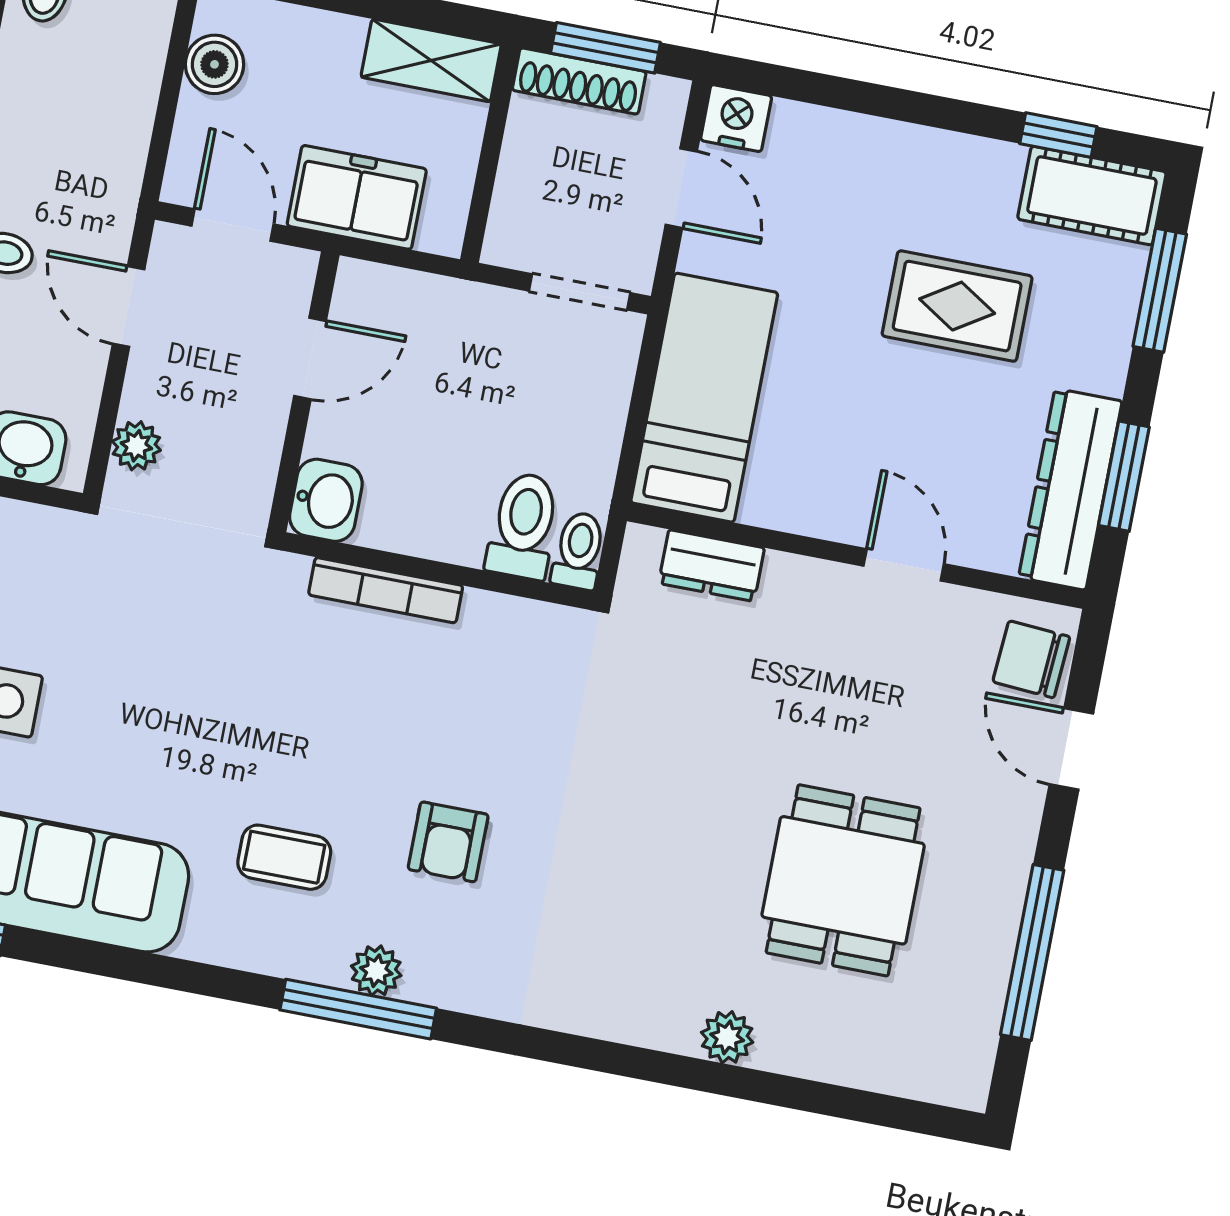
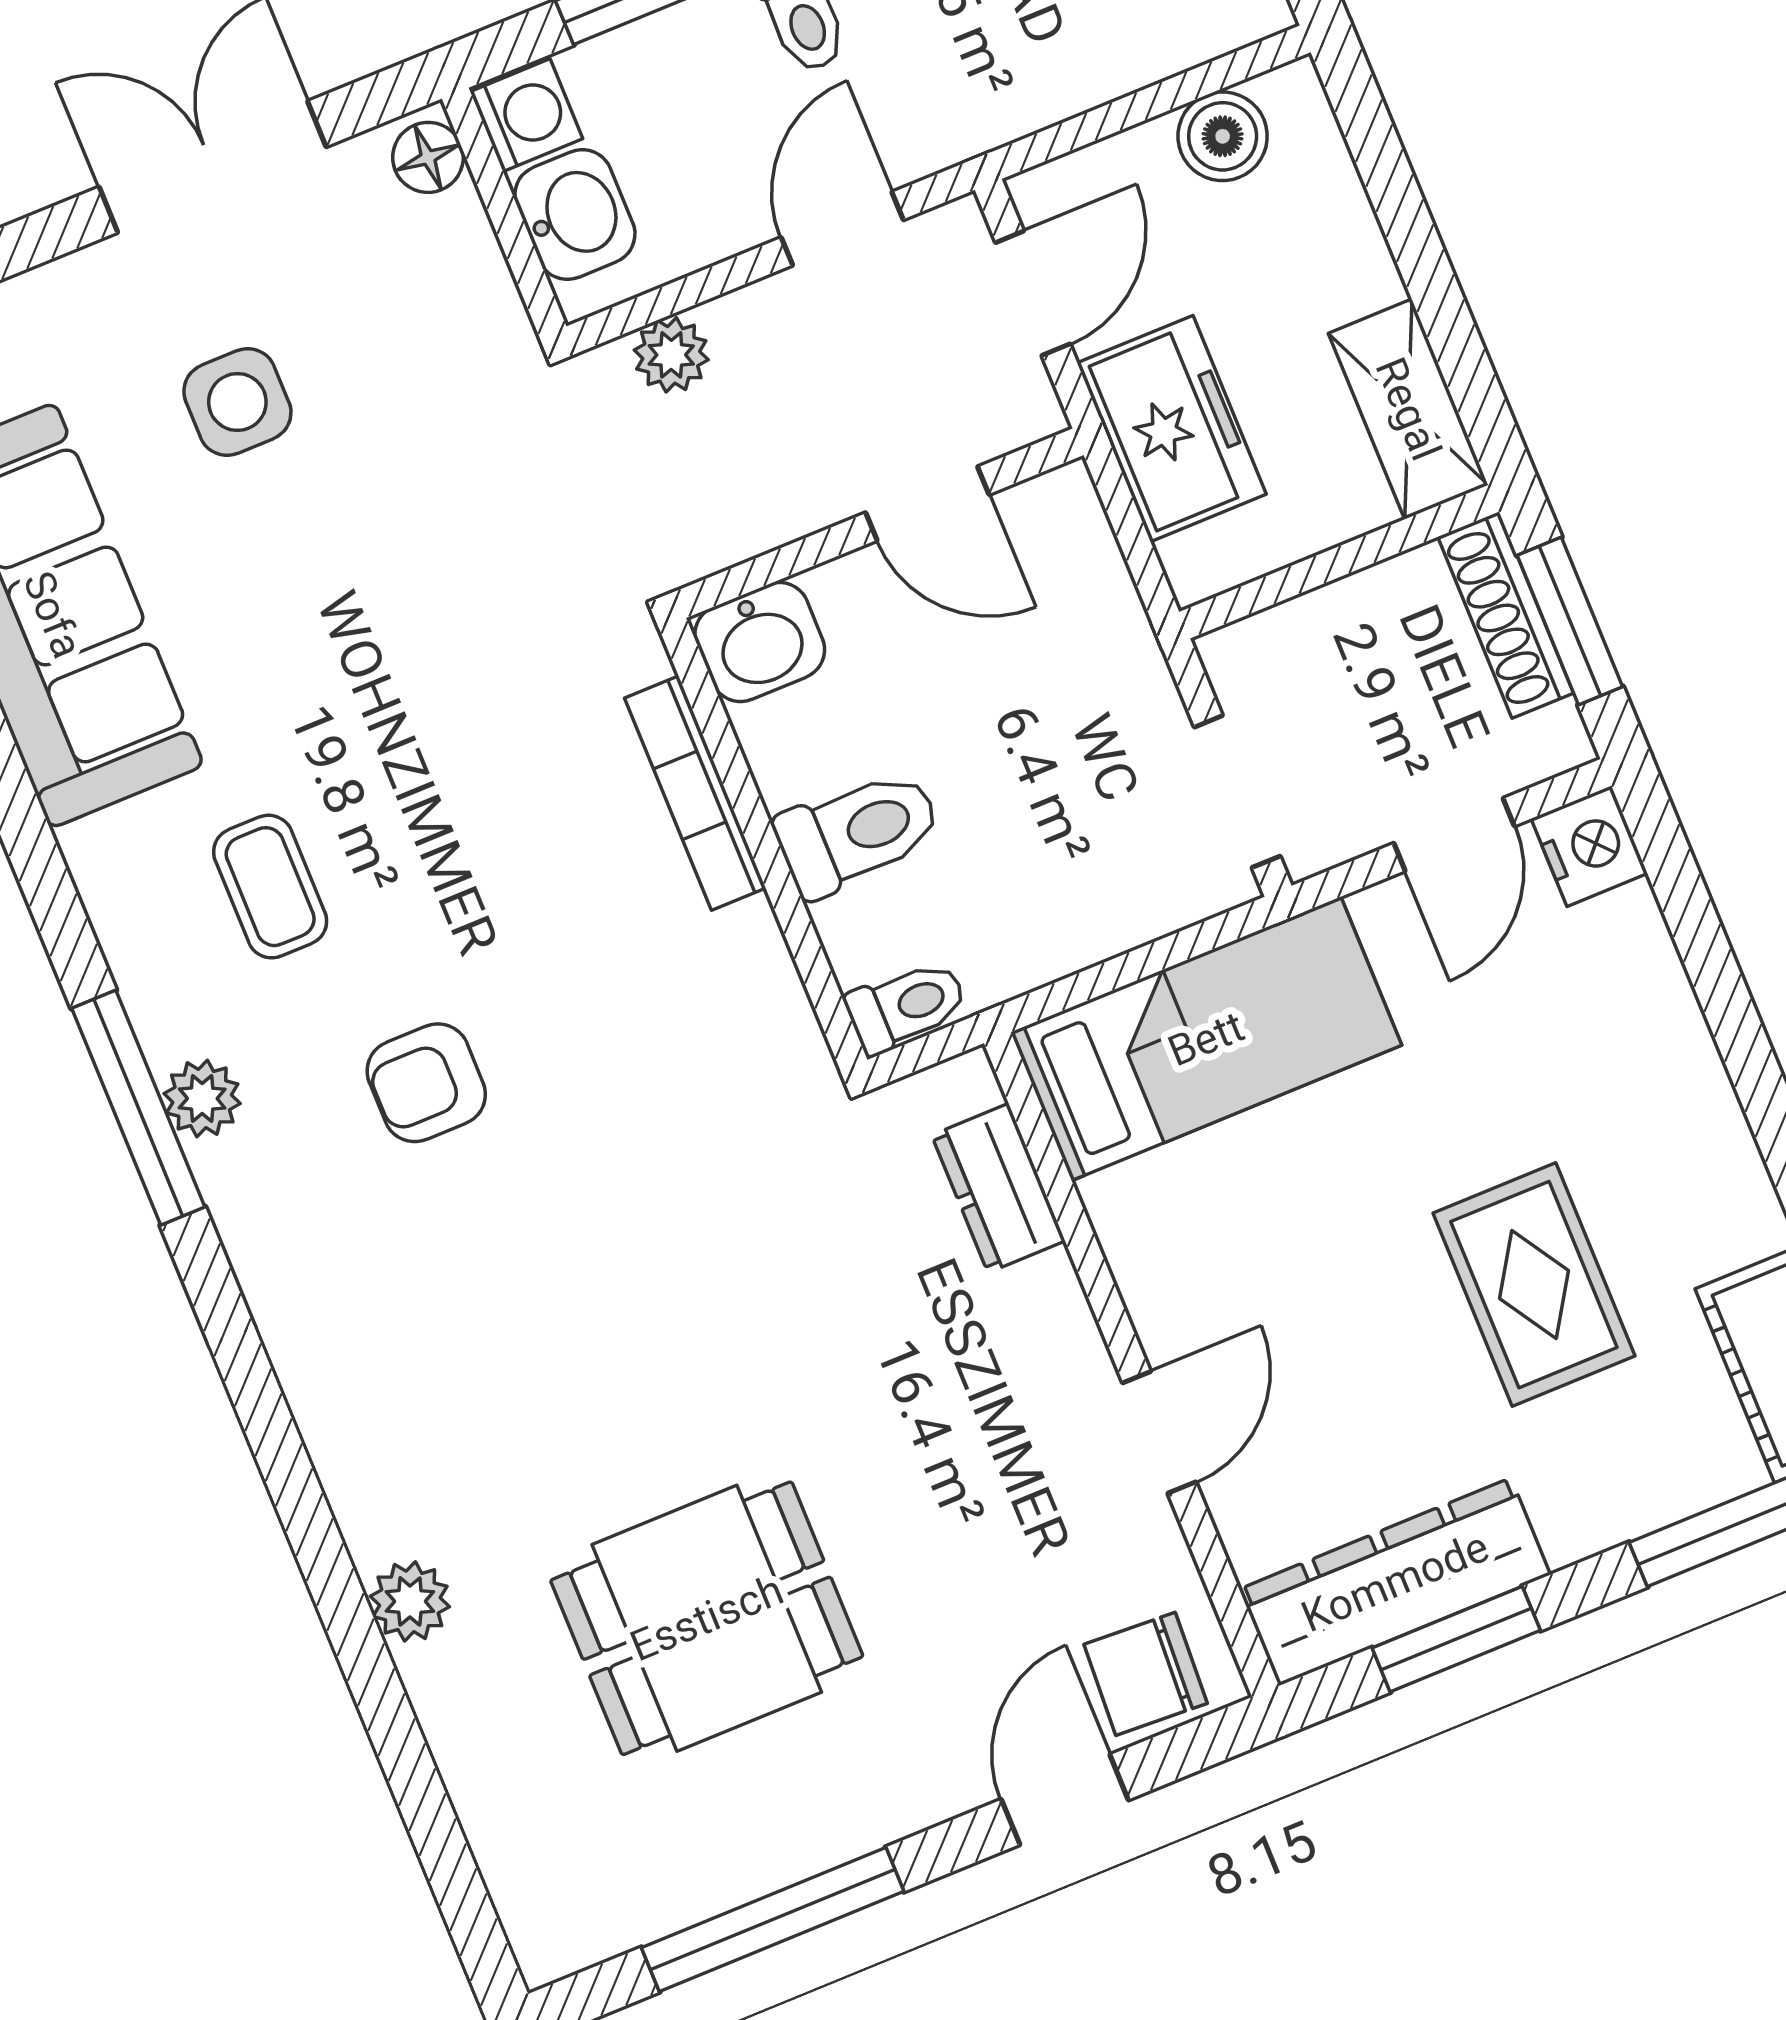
toilet: (523, 526) -> (858, 832), moved
chair: (1031, 659) -> (1146, 1674), turned -91

